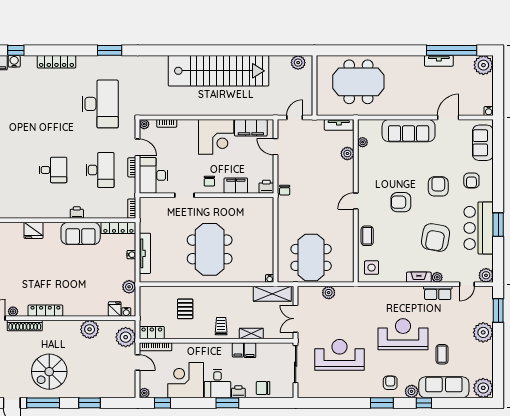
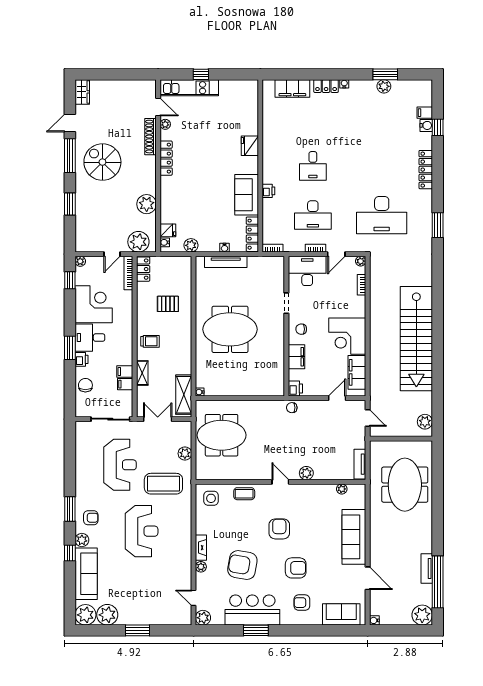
plant: (347, 154) -> (306, 473), moved
row of seats: (438, 293) -> (185, 567), removed
window: (498, 311) -> (138, 630), moved
plant: (483, 332) -> (107, 615), moved
filing cabinet: (238, 350) -> (125, 384), moved
coffee table: (442, 354) -> (163, 484), moved, width x1.86, depth x1.72

